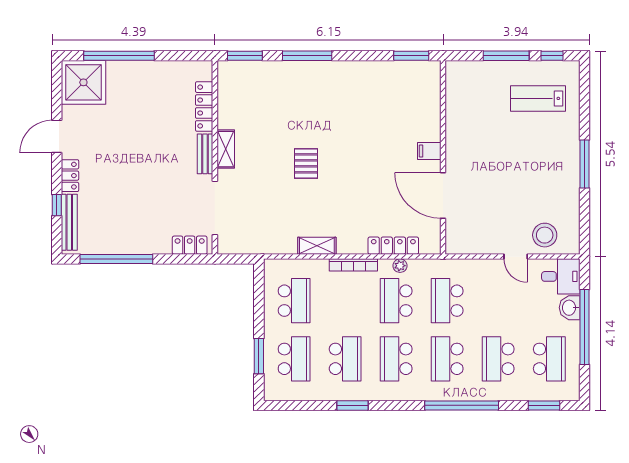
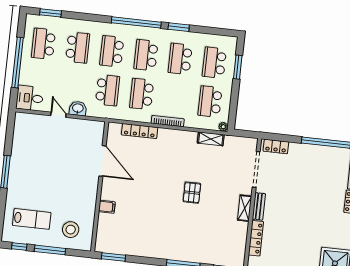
filing cabinet: (429, 151) -> (107, 207), moved
stool: (545, 235) -> (71, 230), moved
shelving: (317, 246) -> (211, 139), moved
plant: (400, 266) -> (223, 127), moved
school desk: (396, 301) -> (142, 94), turned 180
washbasin: (570, 308) -> (78, 108), moved, turned -90
school desk: (396, 359) -> (146, 55), turned 180
school desk: (447, 359) -> (112, 51), turned 180
window: (462, 405) -> (136, 22), moved

